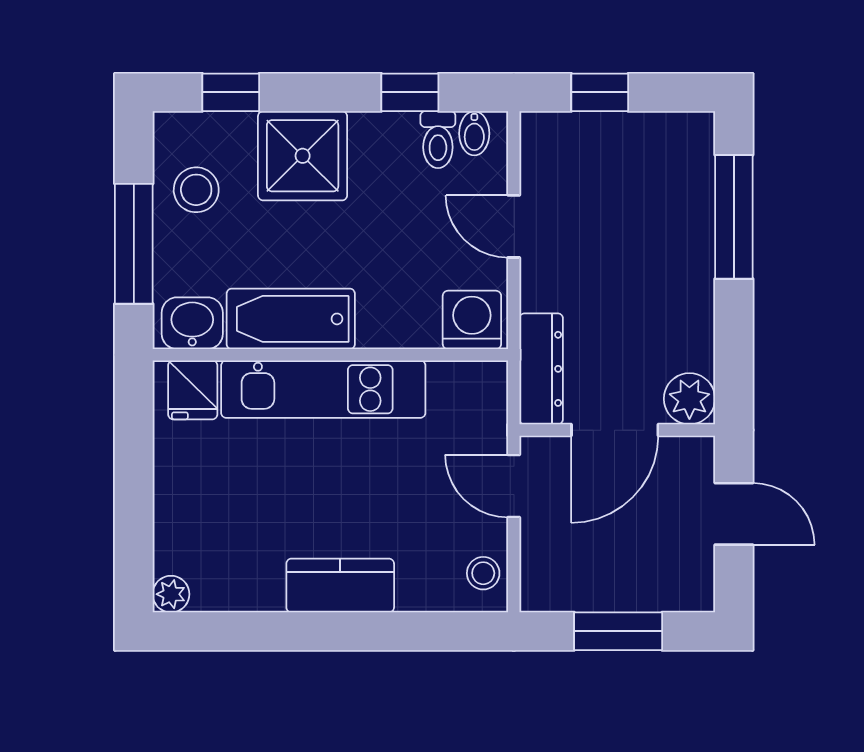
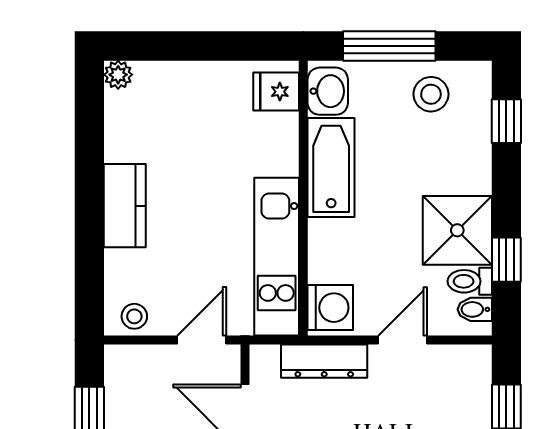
shower: (303, 156) -> (457, 230), moved
dresser: (541, 369) -> (324, 361), moved
kitchen unit: (323, 389) -> (277, 257), moved

